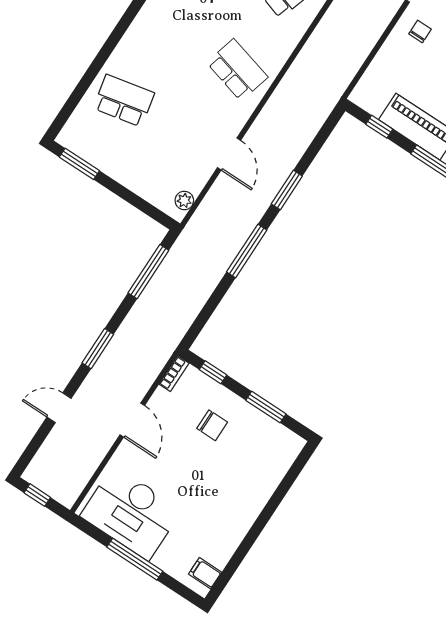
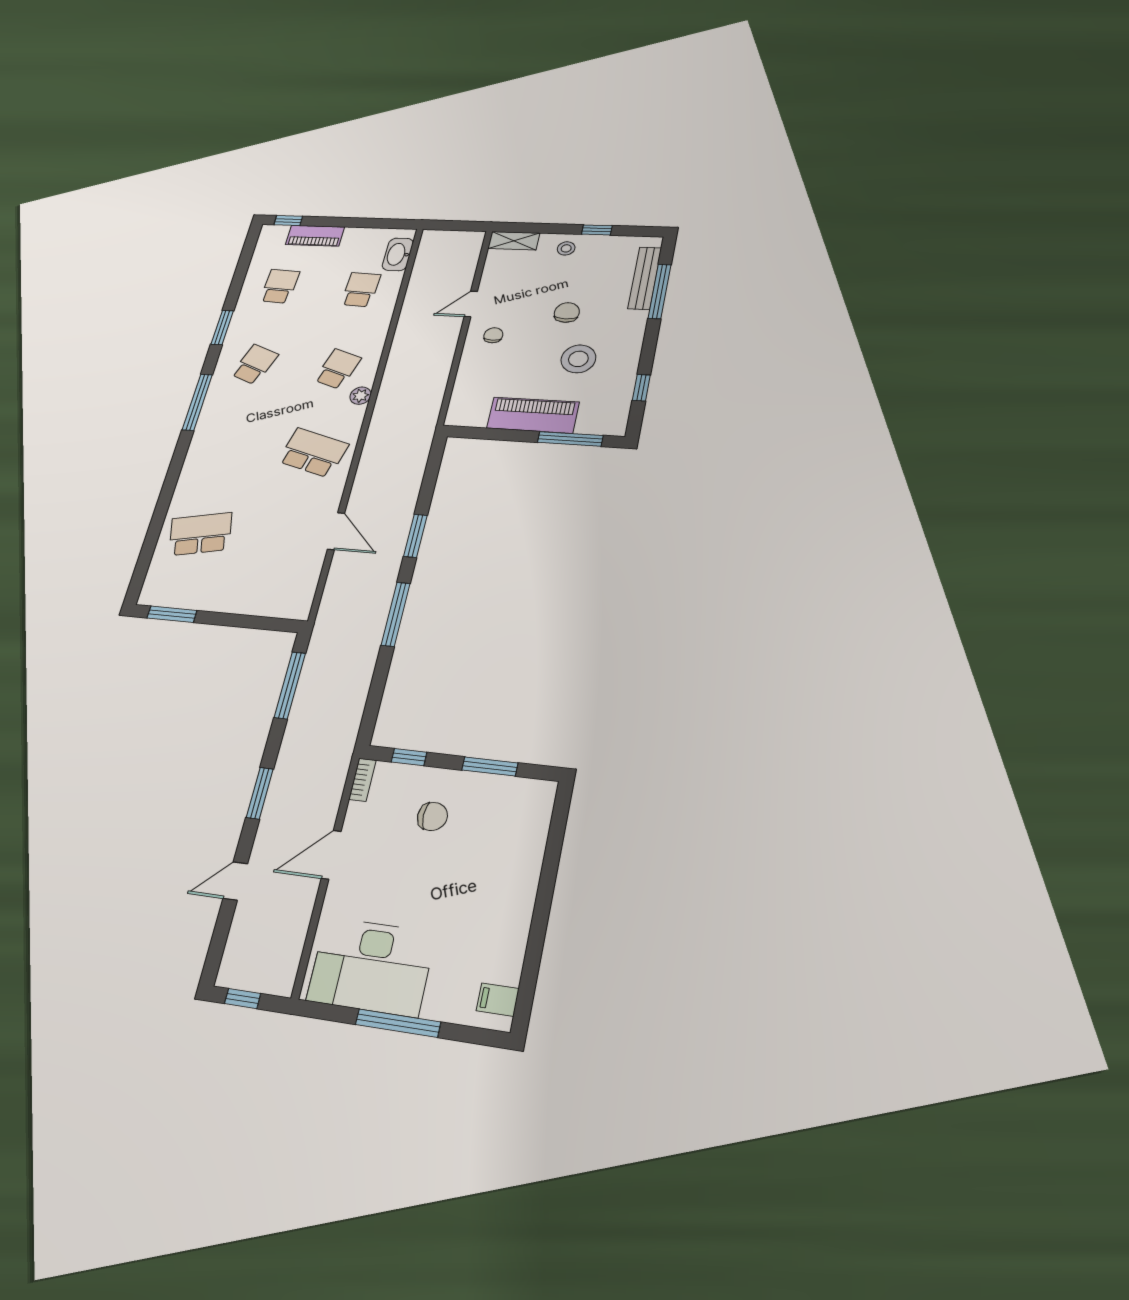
window: (379, 127) -> (491, 434), removed
plant: (184, 201) -> (360, 396), moved
door: (132, 420) -> (331, 855), swing flipped

